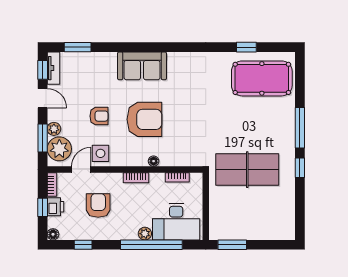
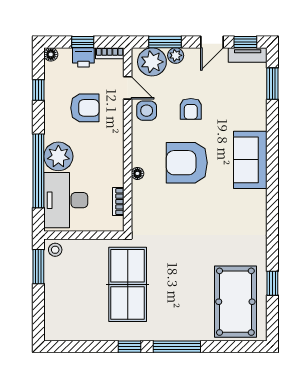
armchair: (144, 119) -> (187, 163), turned 90
bookcase: (136, 178) -> (118, 153), removed
stool: (218, 231) -> (55, 250), added
plant: (145, 234) -> (58, 156), width x1.88, depth x1.88

